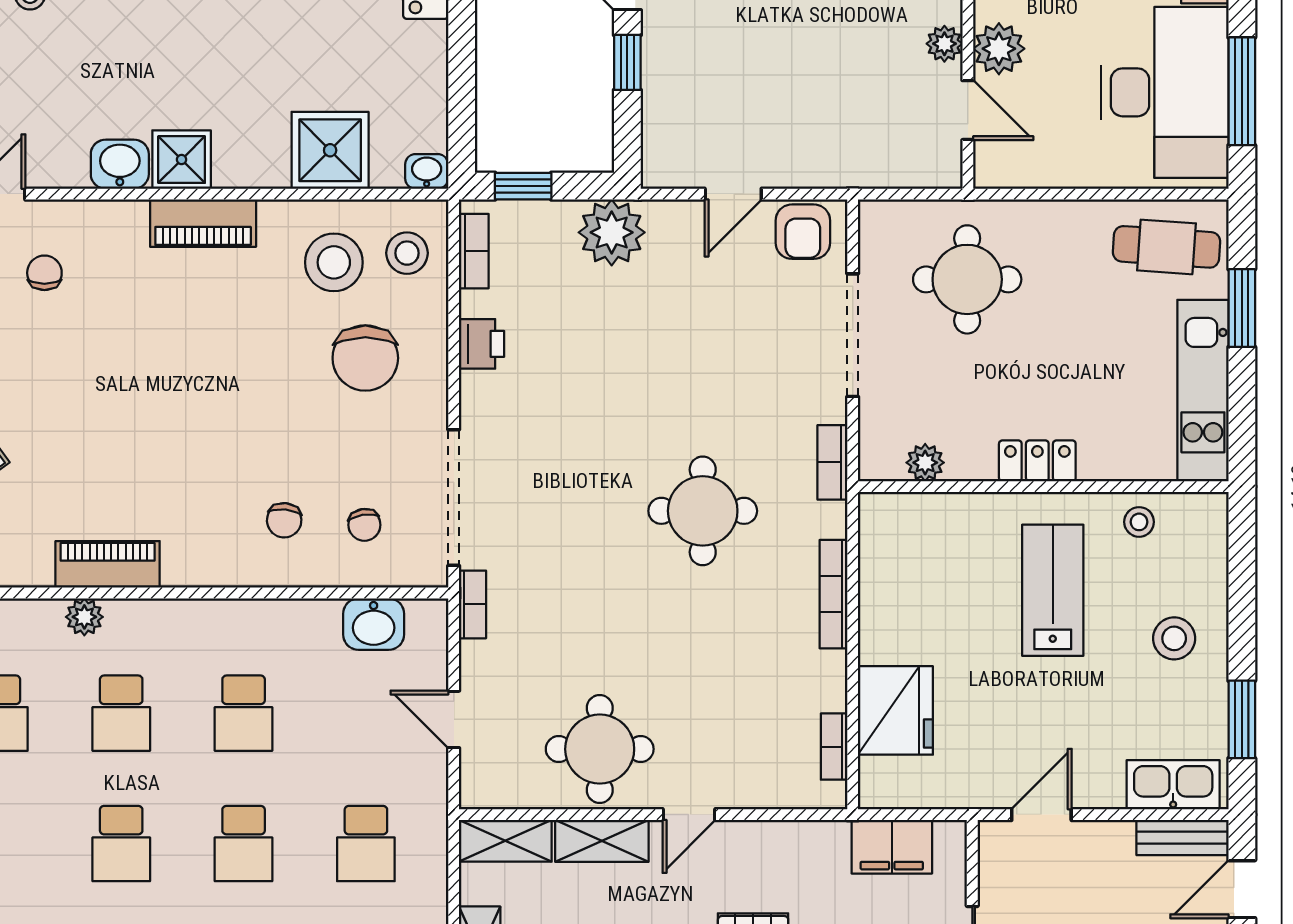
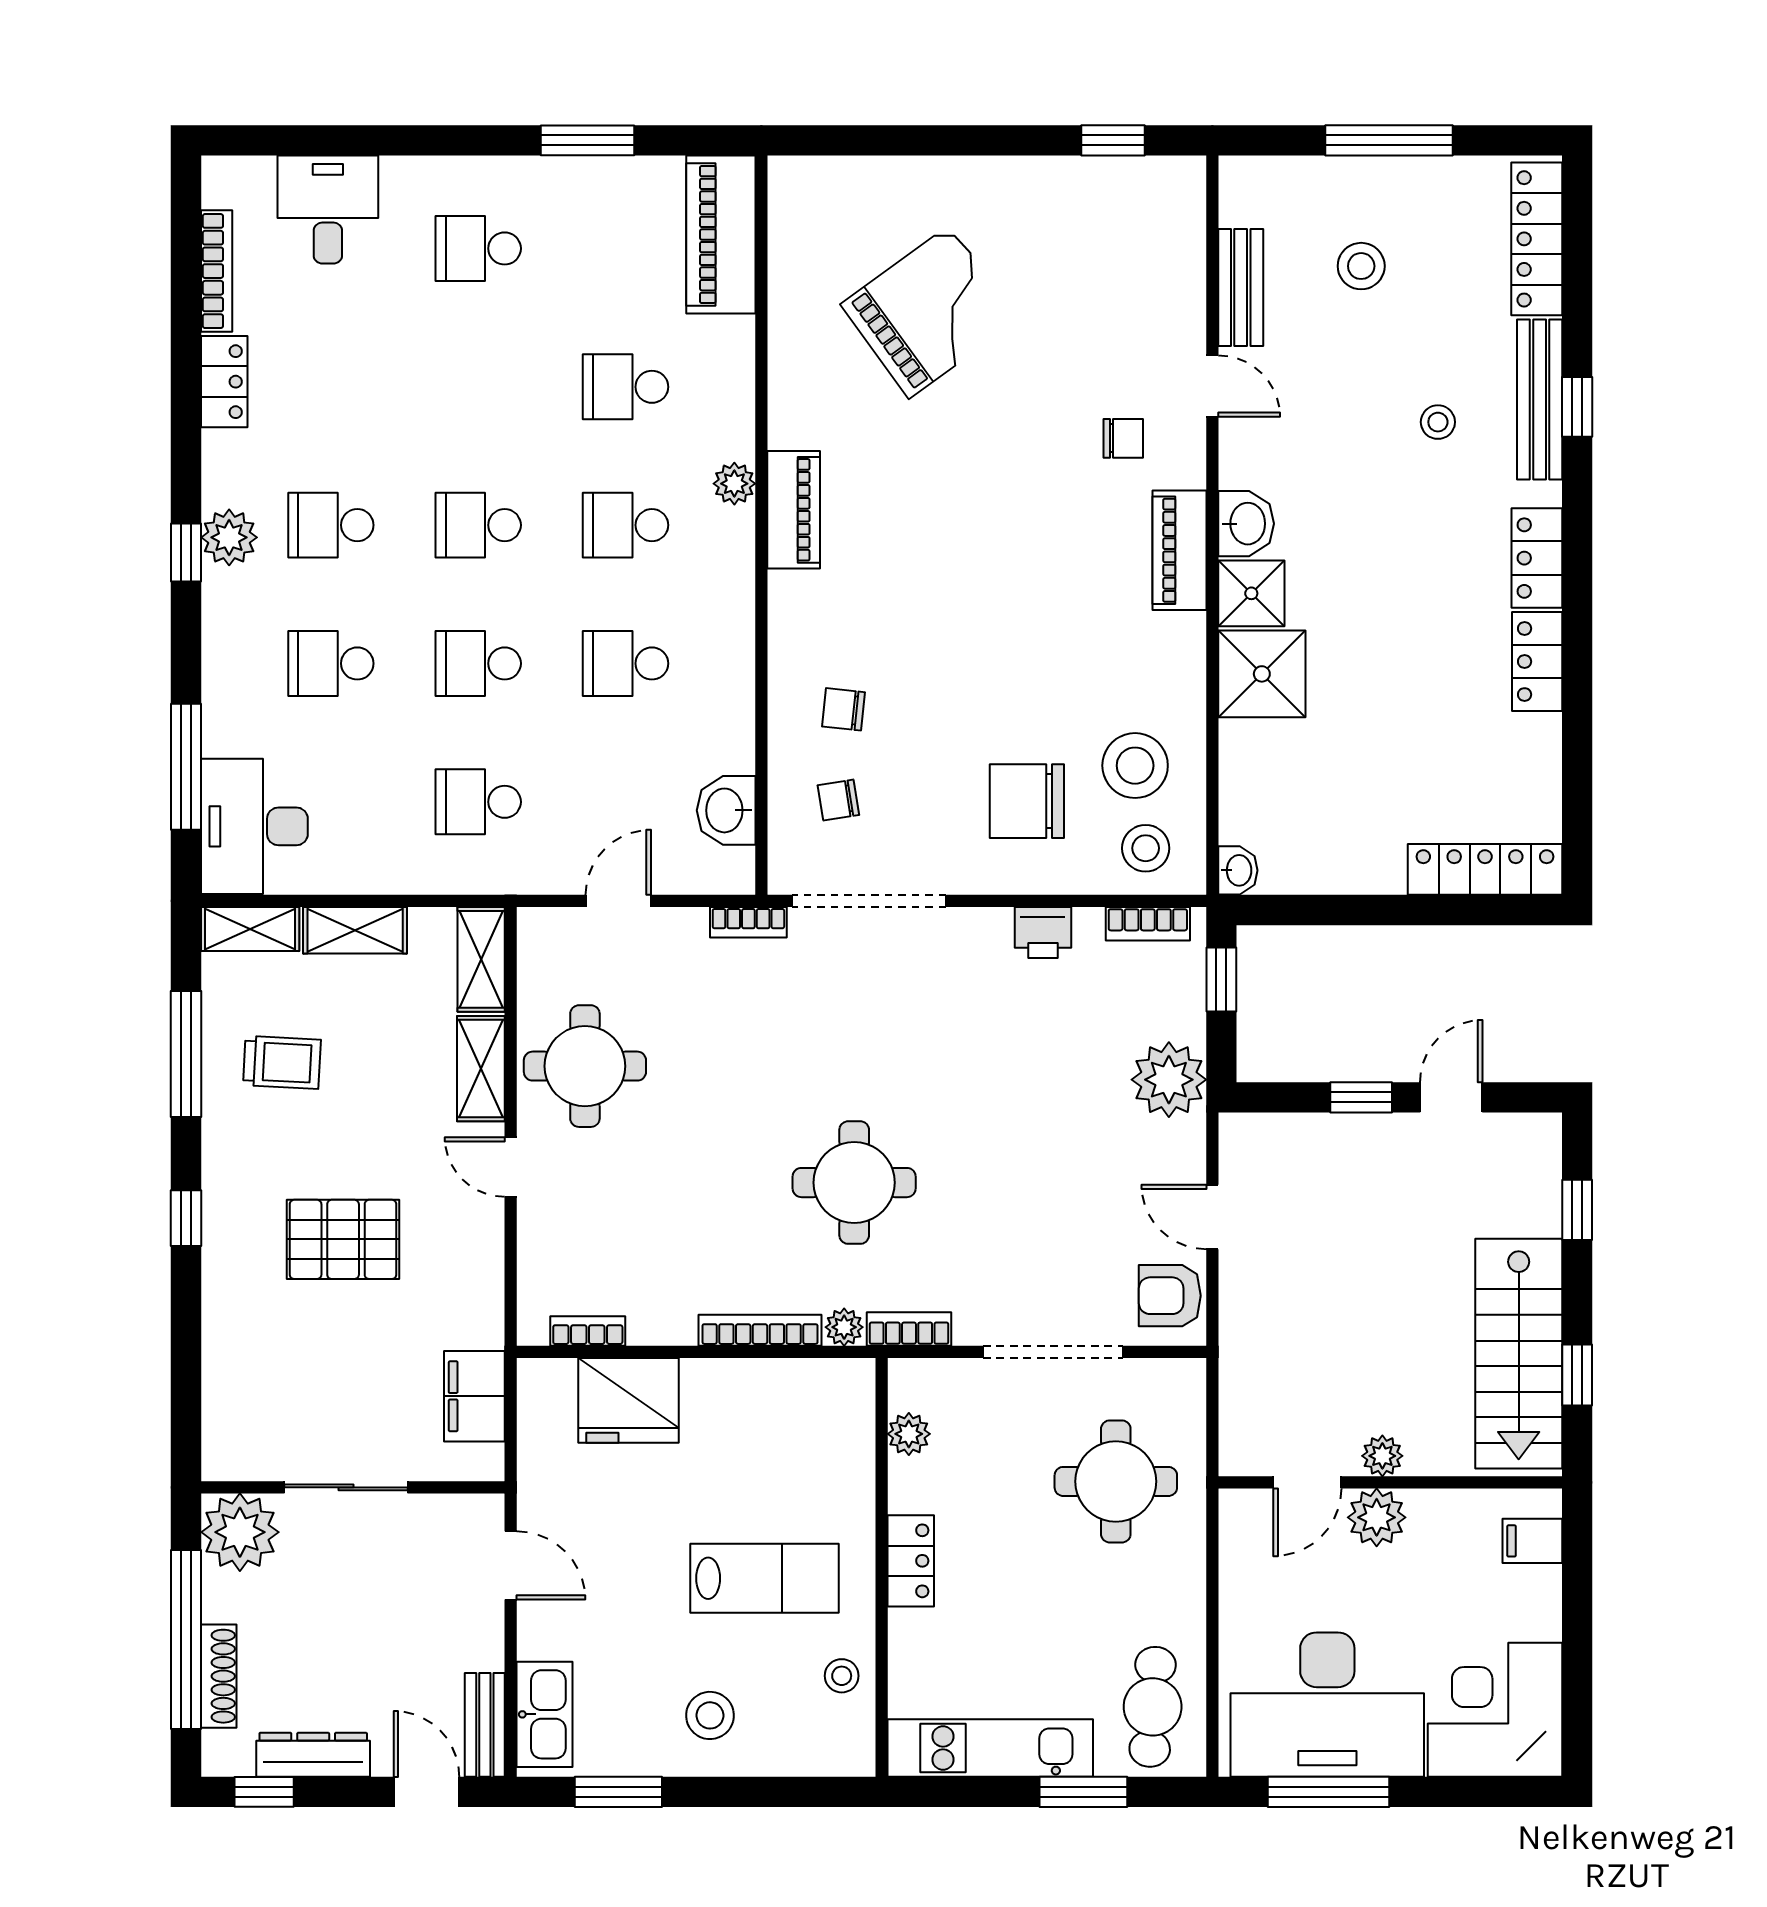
shower: (330, 150) -> (1262, 674), moved
piano: (203, 223) -> (1179, 550), moved
plant: (831, 520) -> (844, 1327), added

